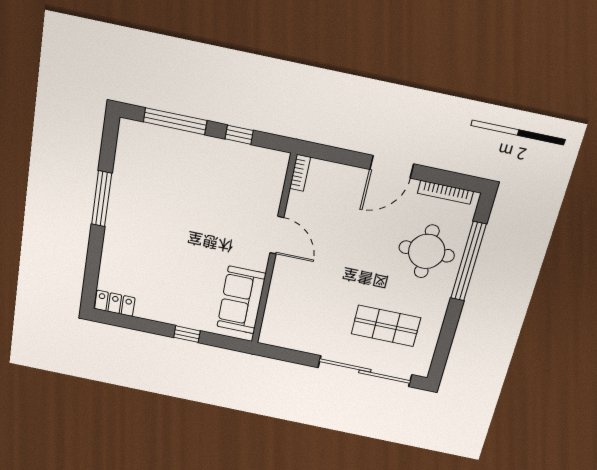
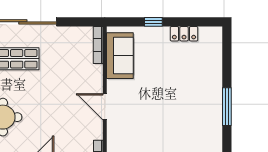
locker: (115, 303) -> (184, 34), moved
bookcase: (269, 320) -> (98, 45), added

